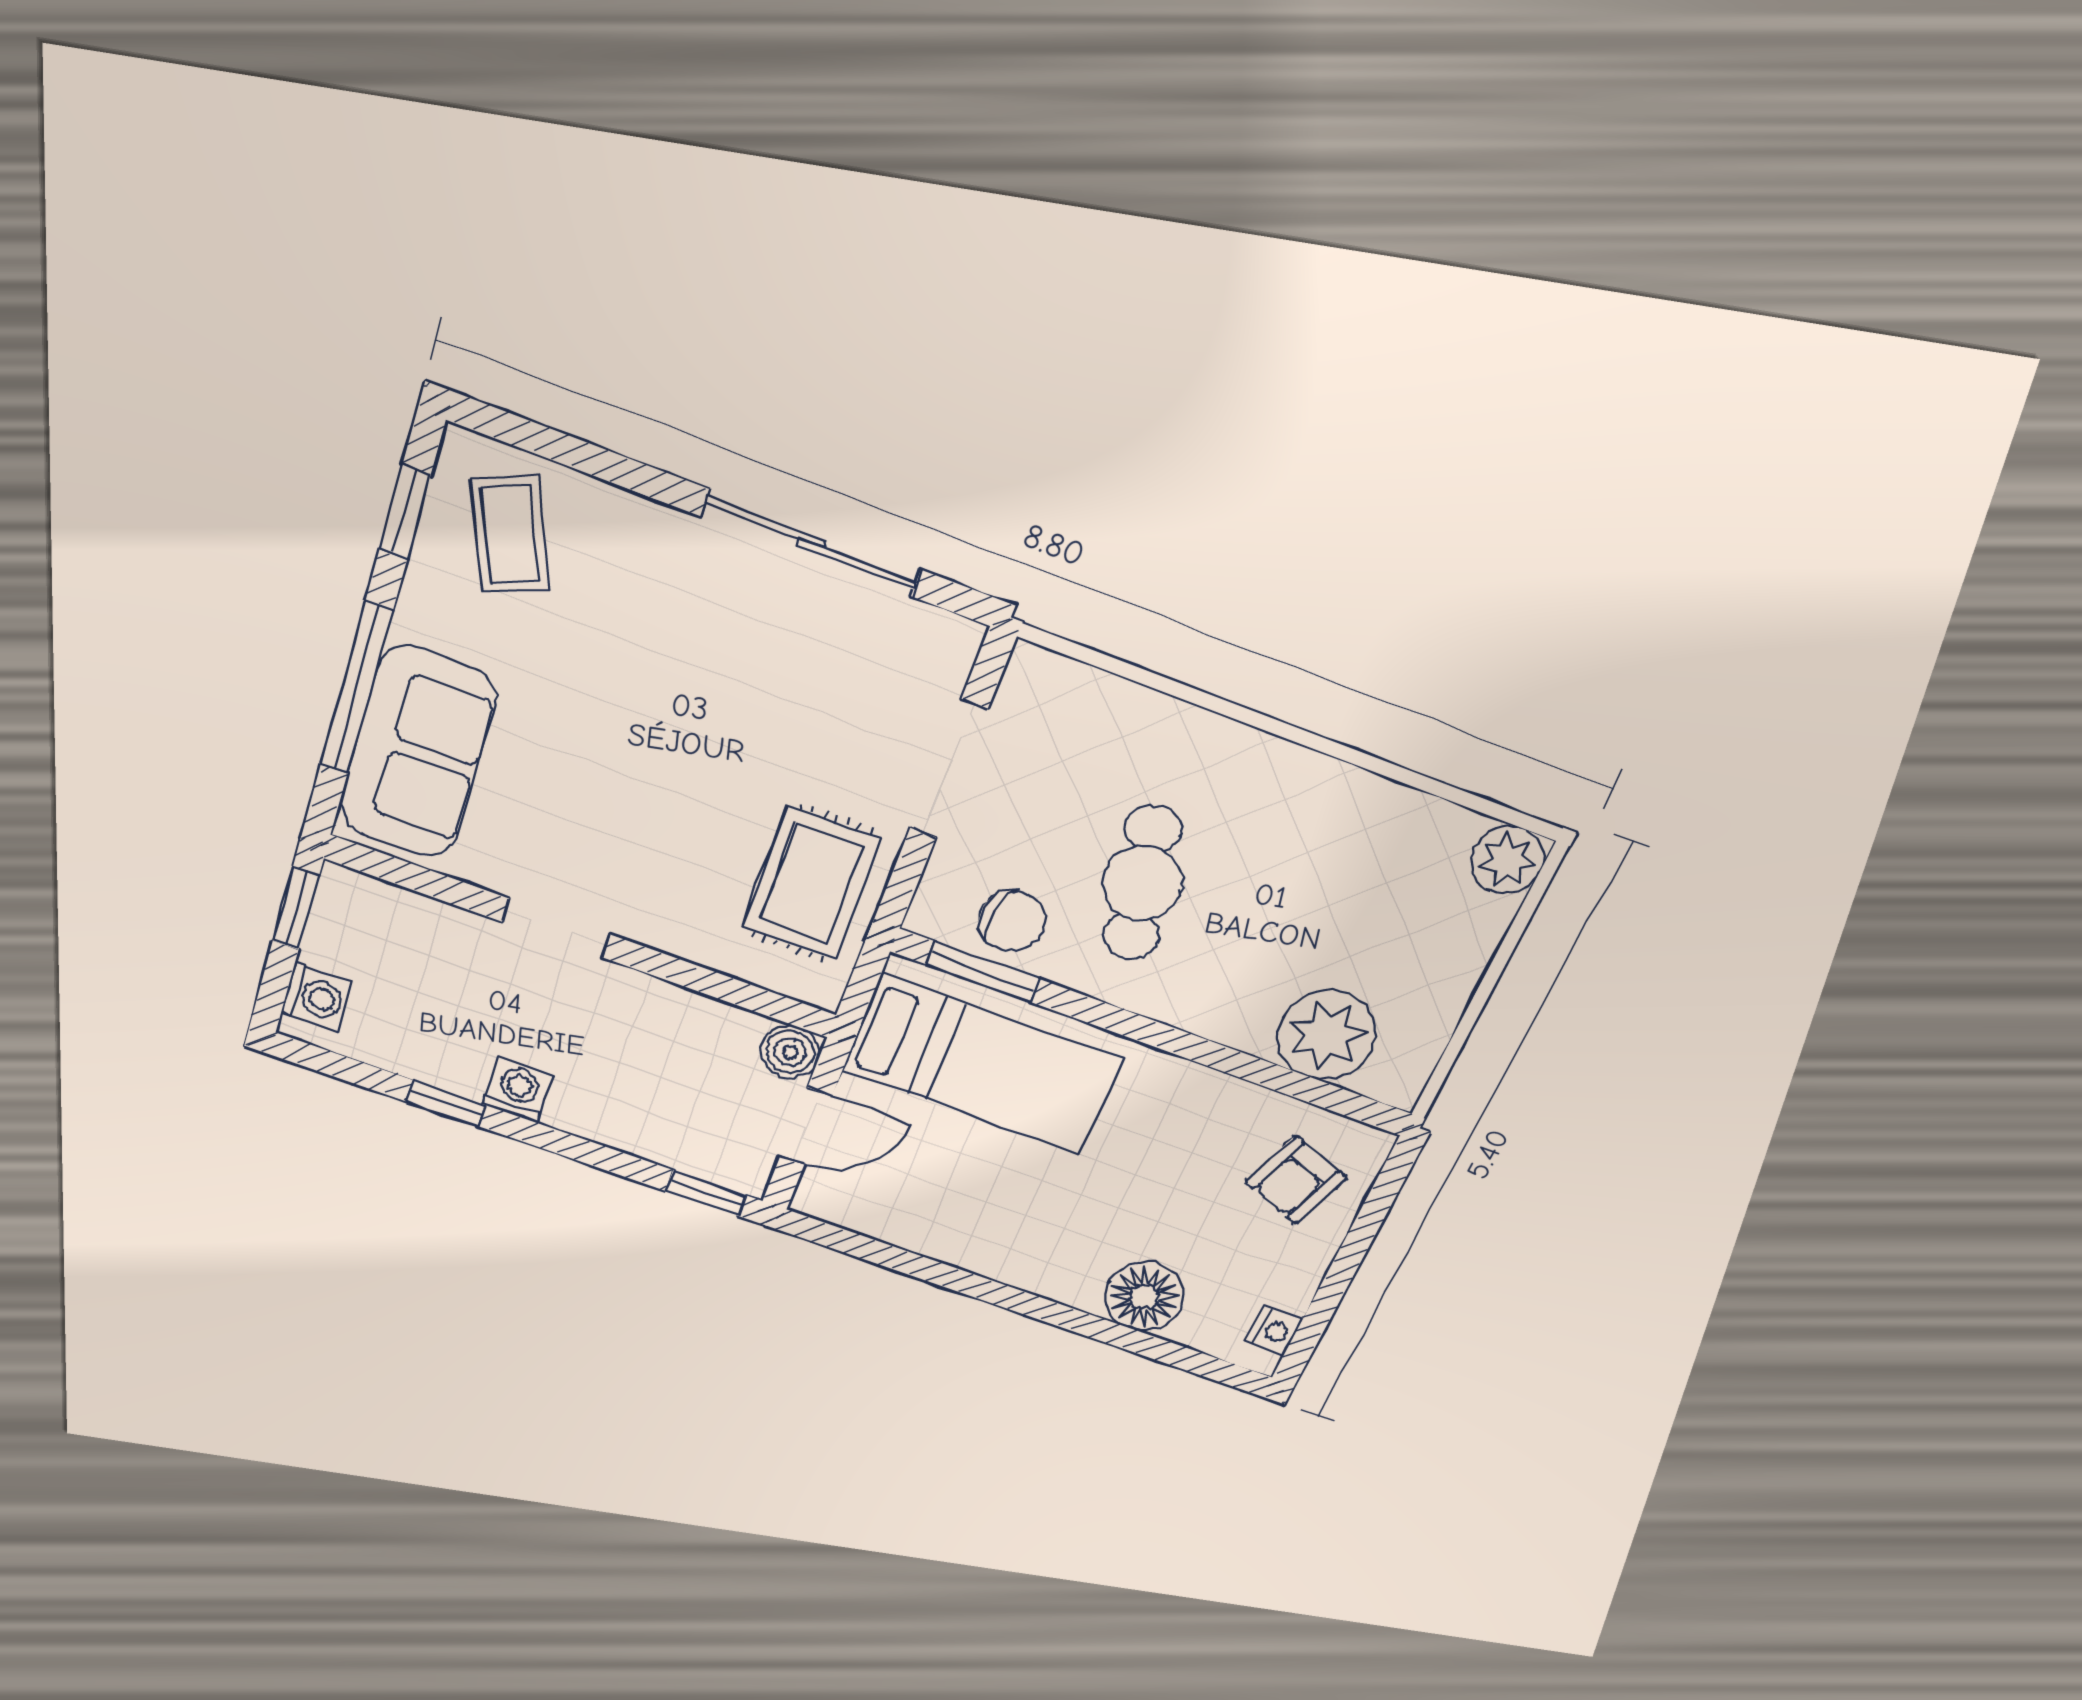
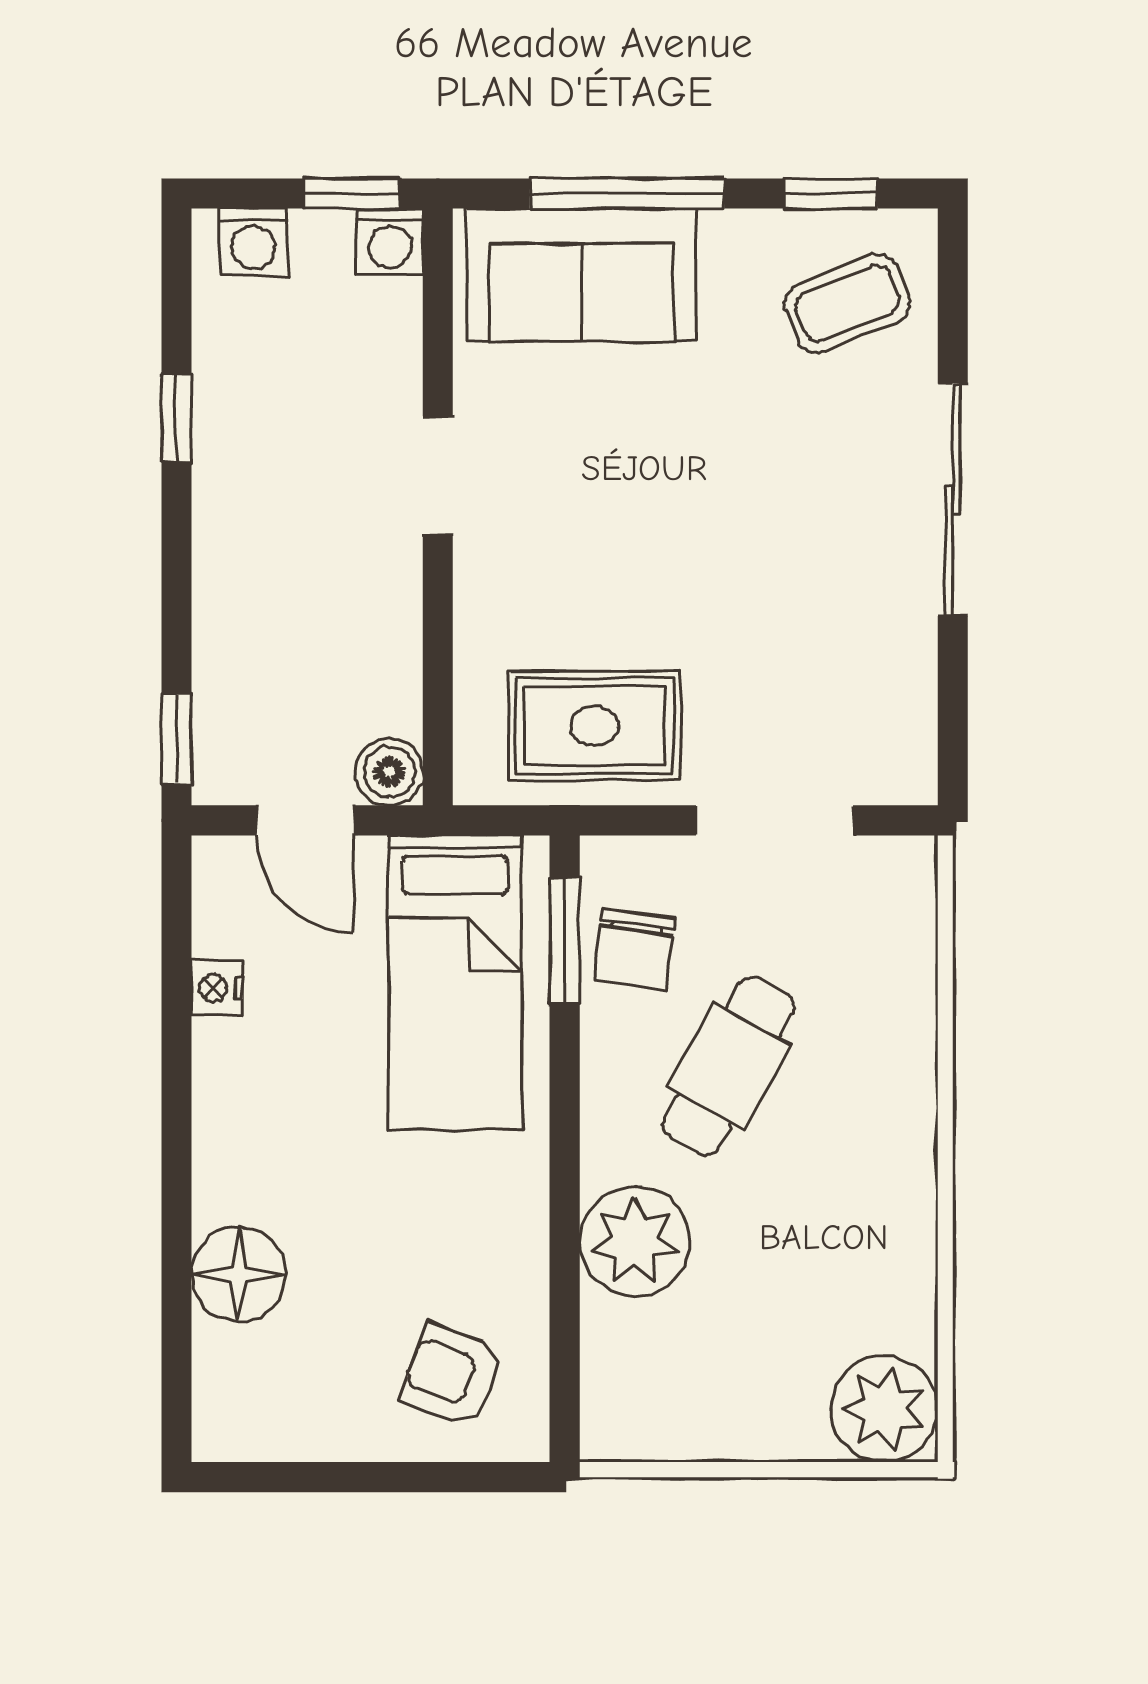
sliding door: (811, 543) -> (953, 500), moved
plant: (1507, 860) -> (885, 1409), width x1.36, depth x1.36
cafe table: (1142, 883) -> (729, 1066), turned -49
plant: (1327, 1035) -> (635, 1242), moved
washing machine: (518, 1090) -> (390, 241), moved, turned 90
nightstand: (1274, 1331) -> (217, 988), moved, turned 90

